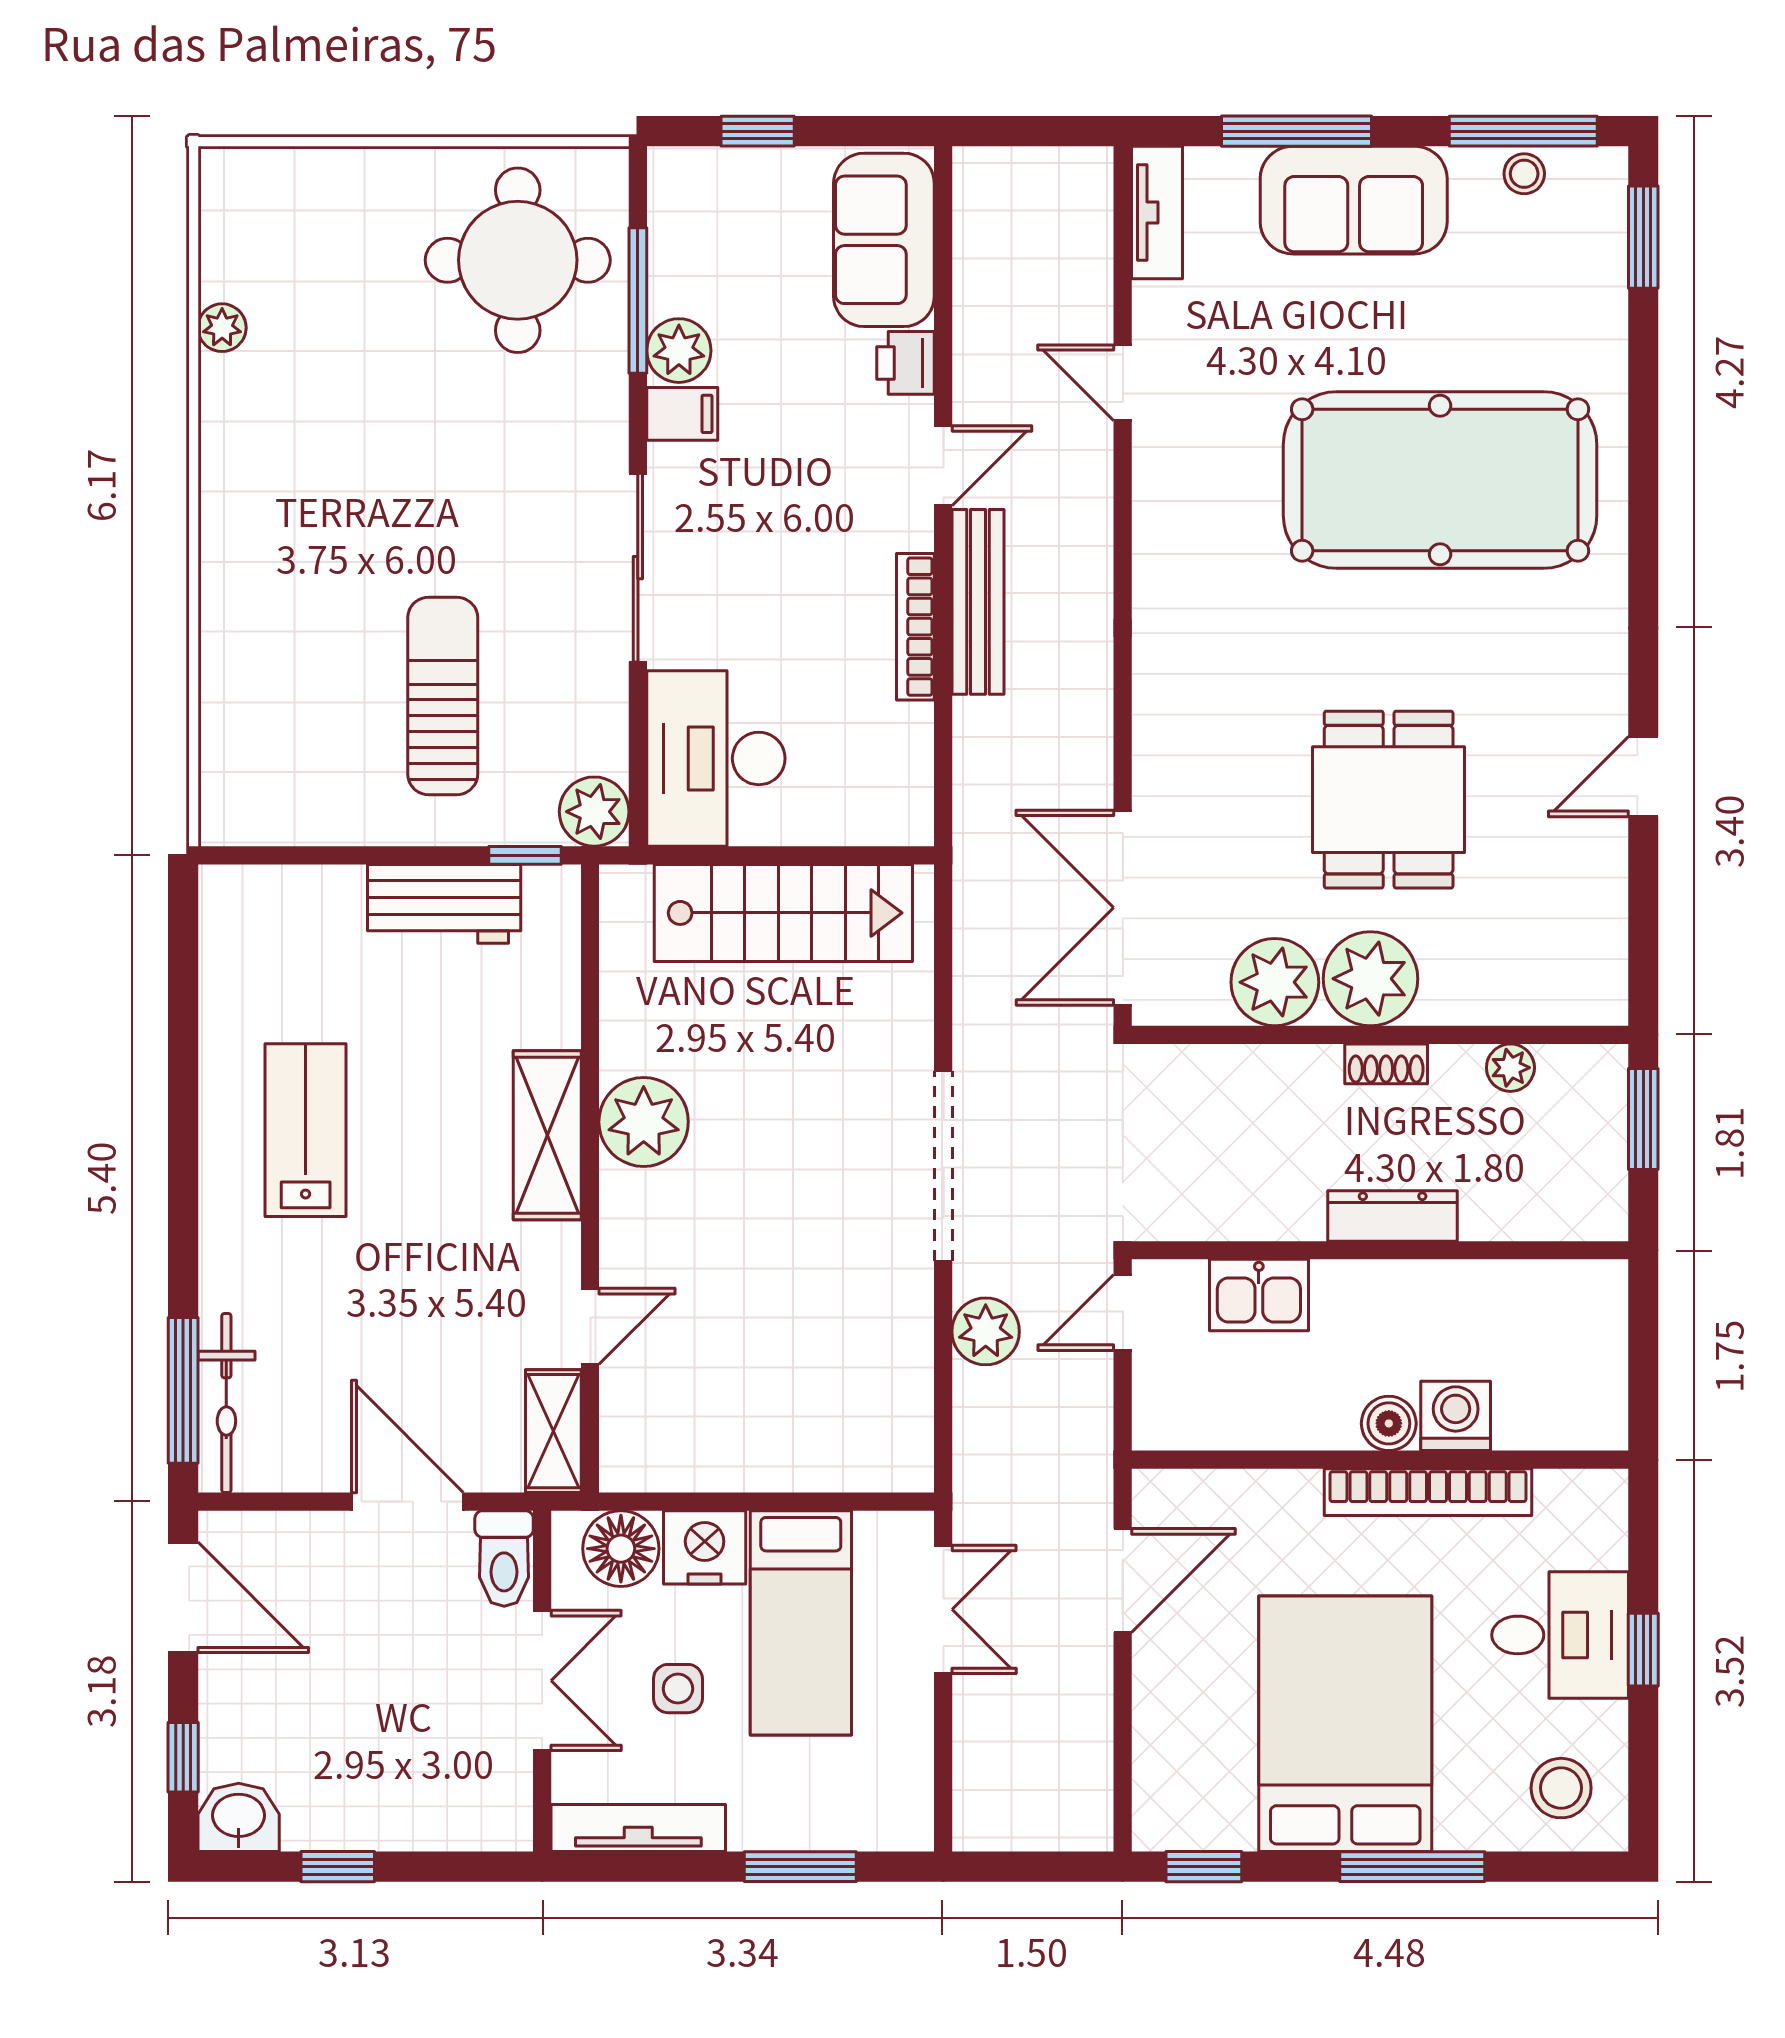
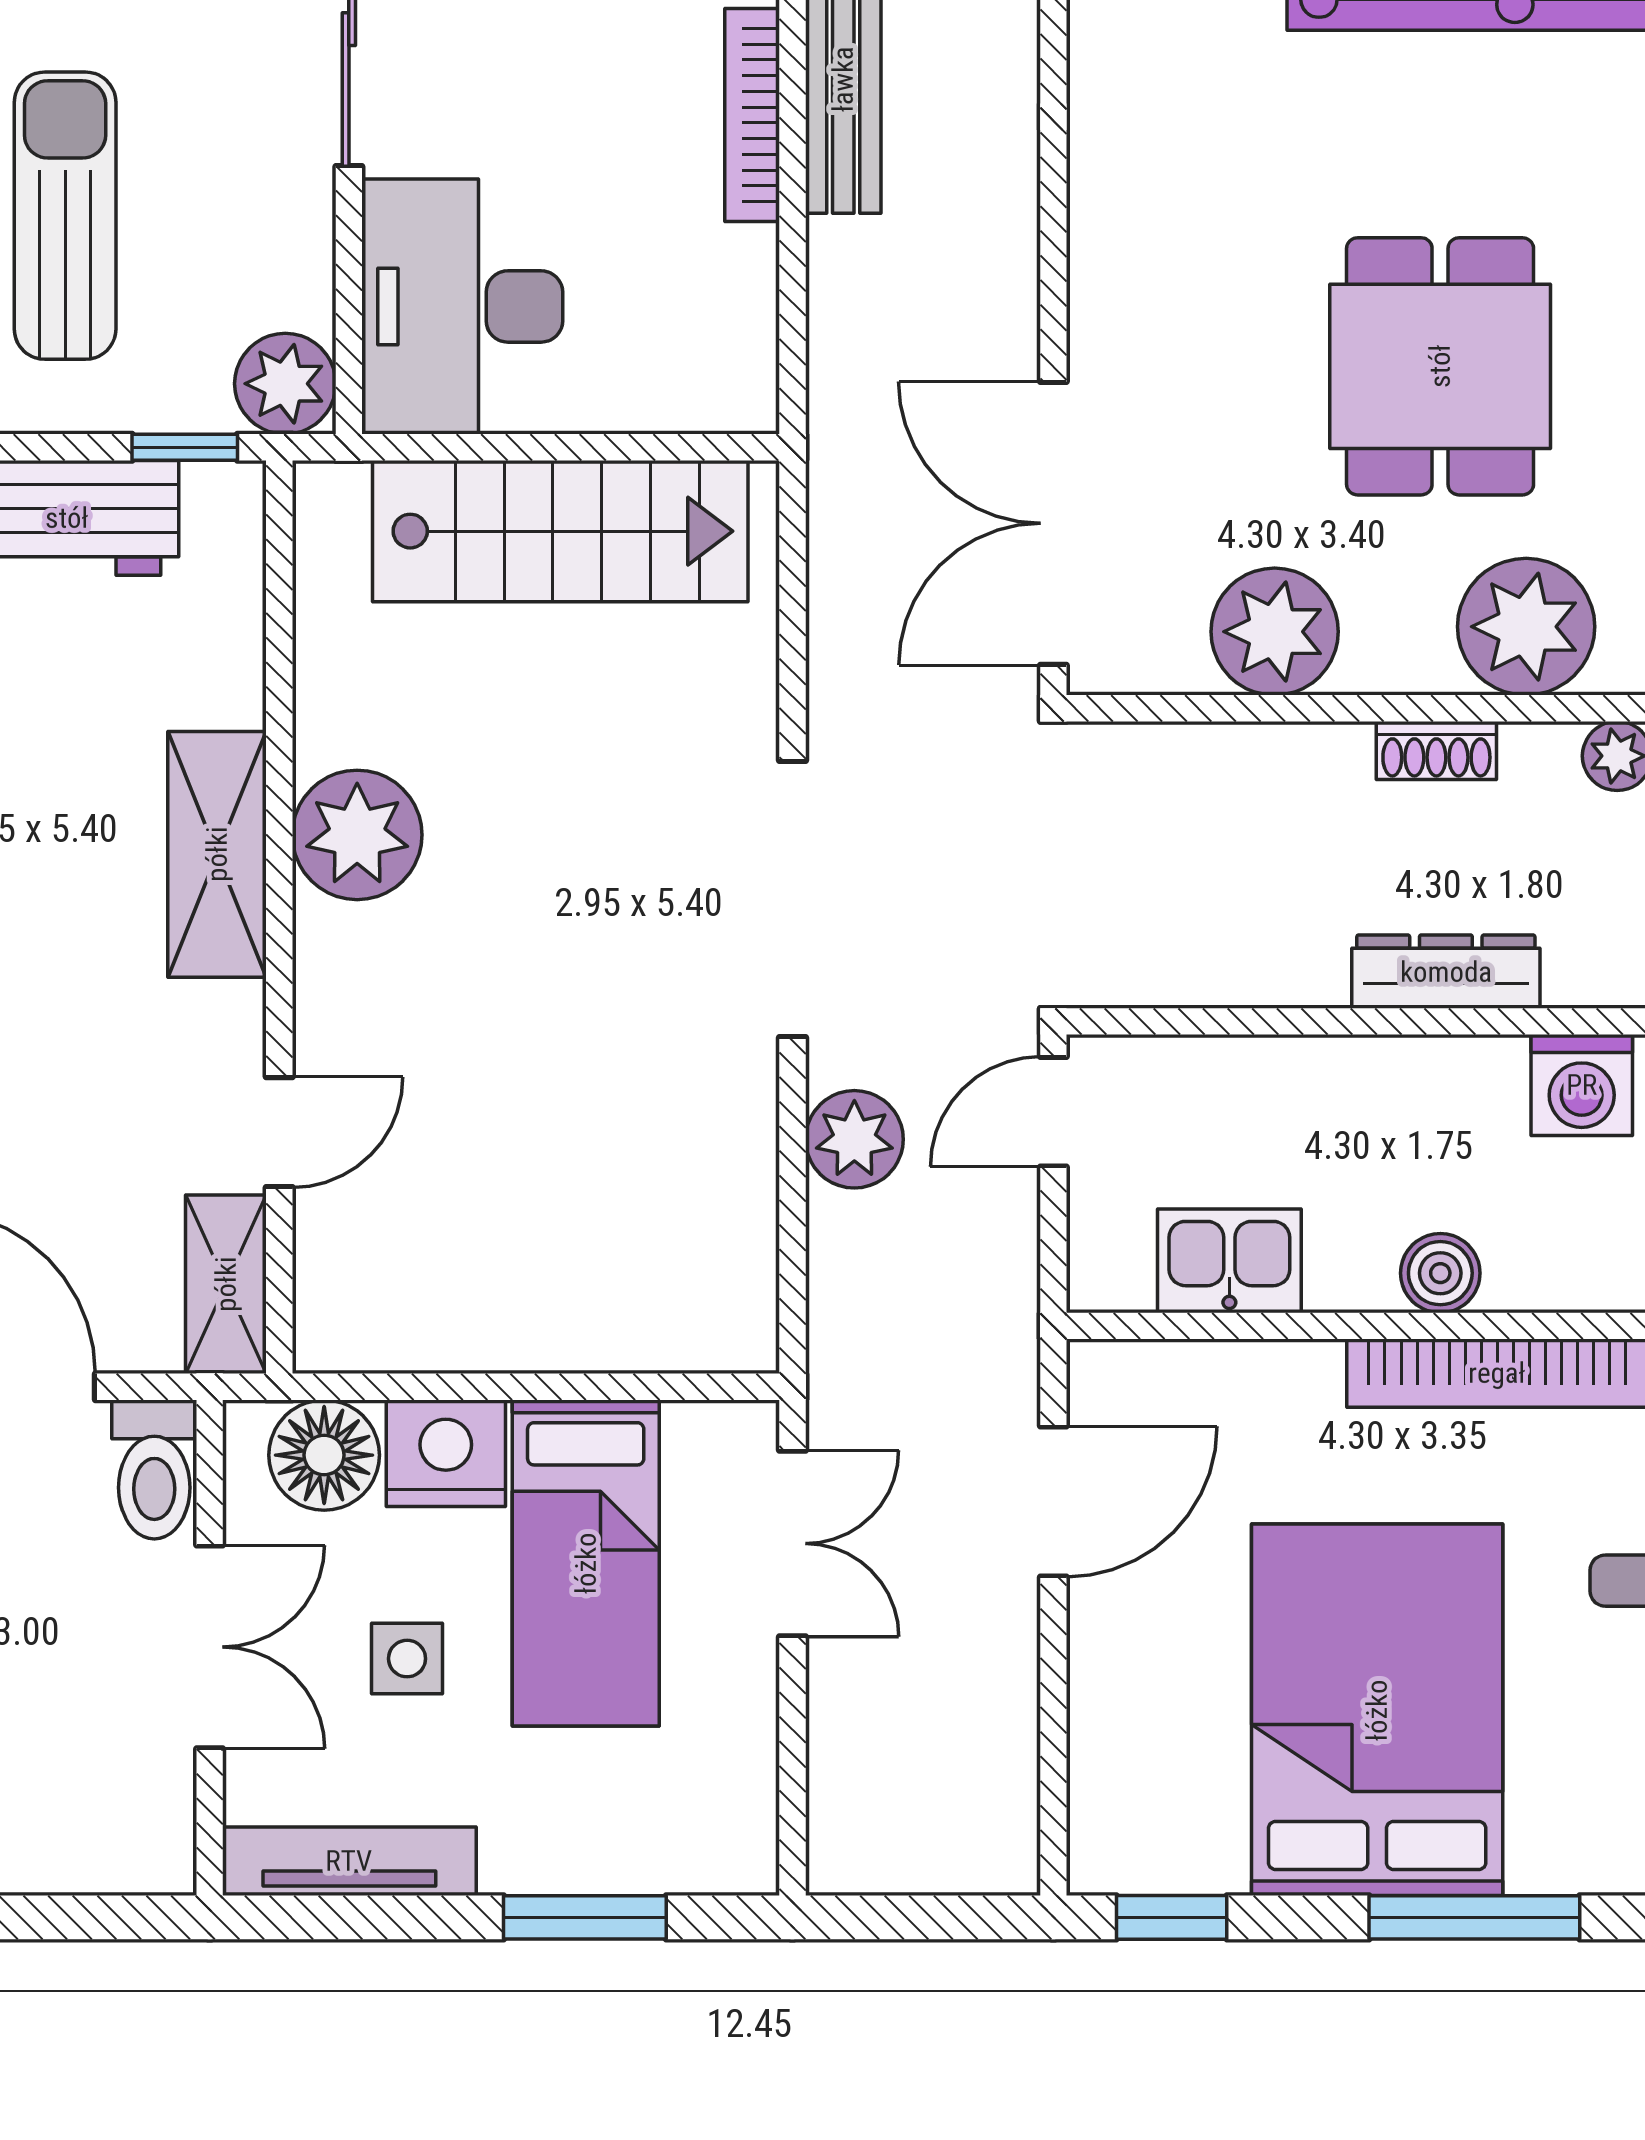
plant: (1370, 979) -> (1526, 627), moved
kitchen sink: (1259, 1295) -> (1229, 1261), moved, turned 180
washing machine: (1456, 1416) -> (1582, 1085), moved, turned 180

